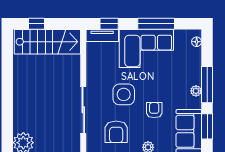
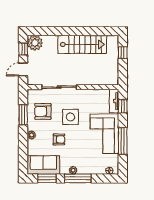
stairs: (47, 42) -> (82, 44), moved, turned -90

